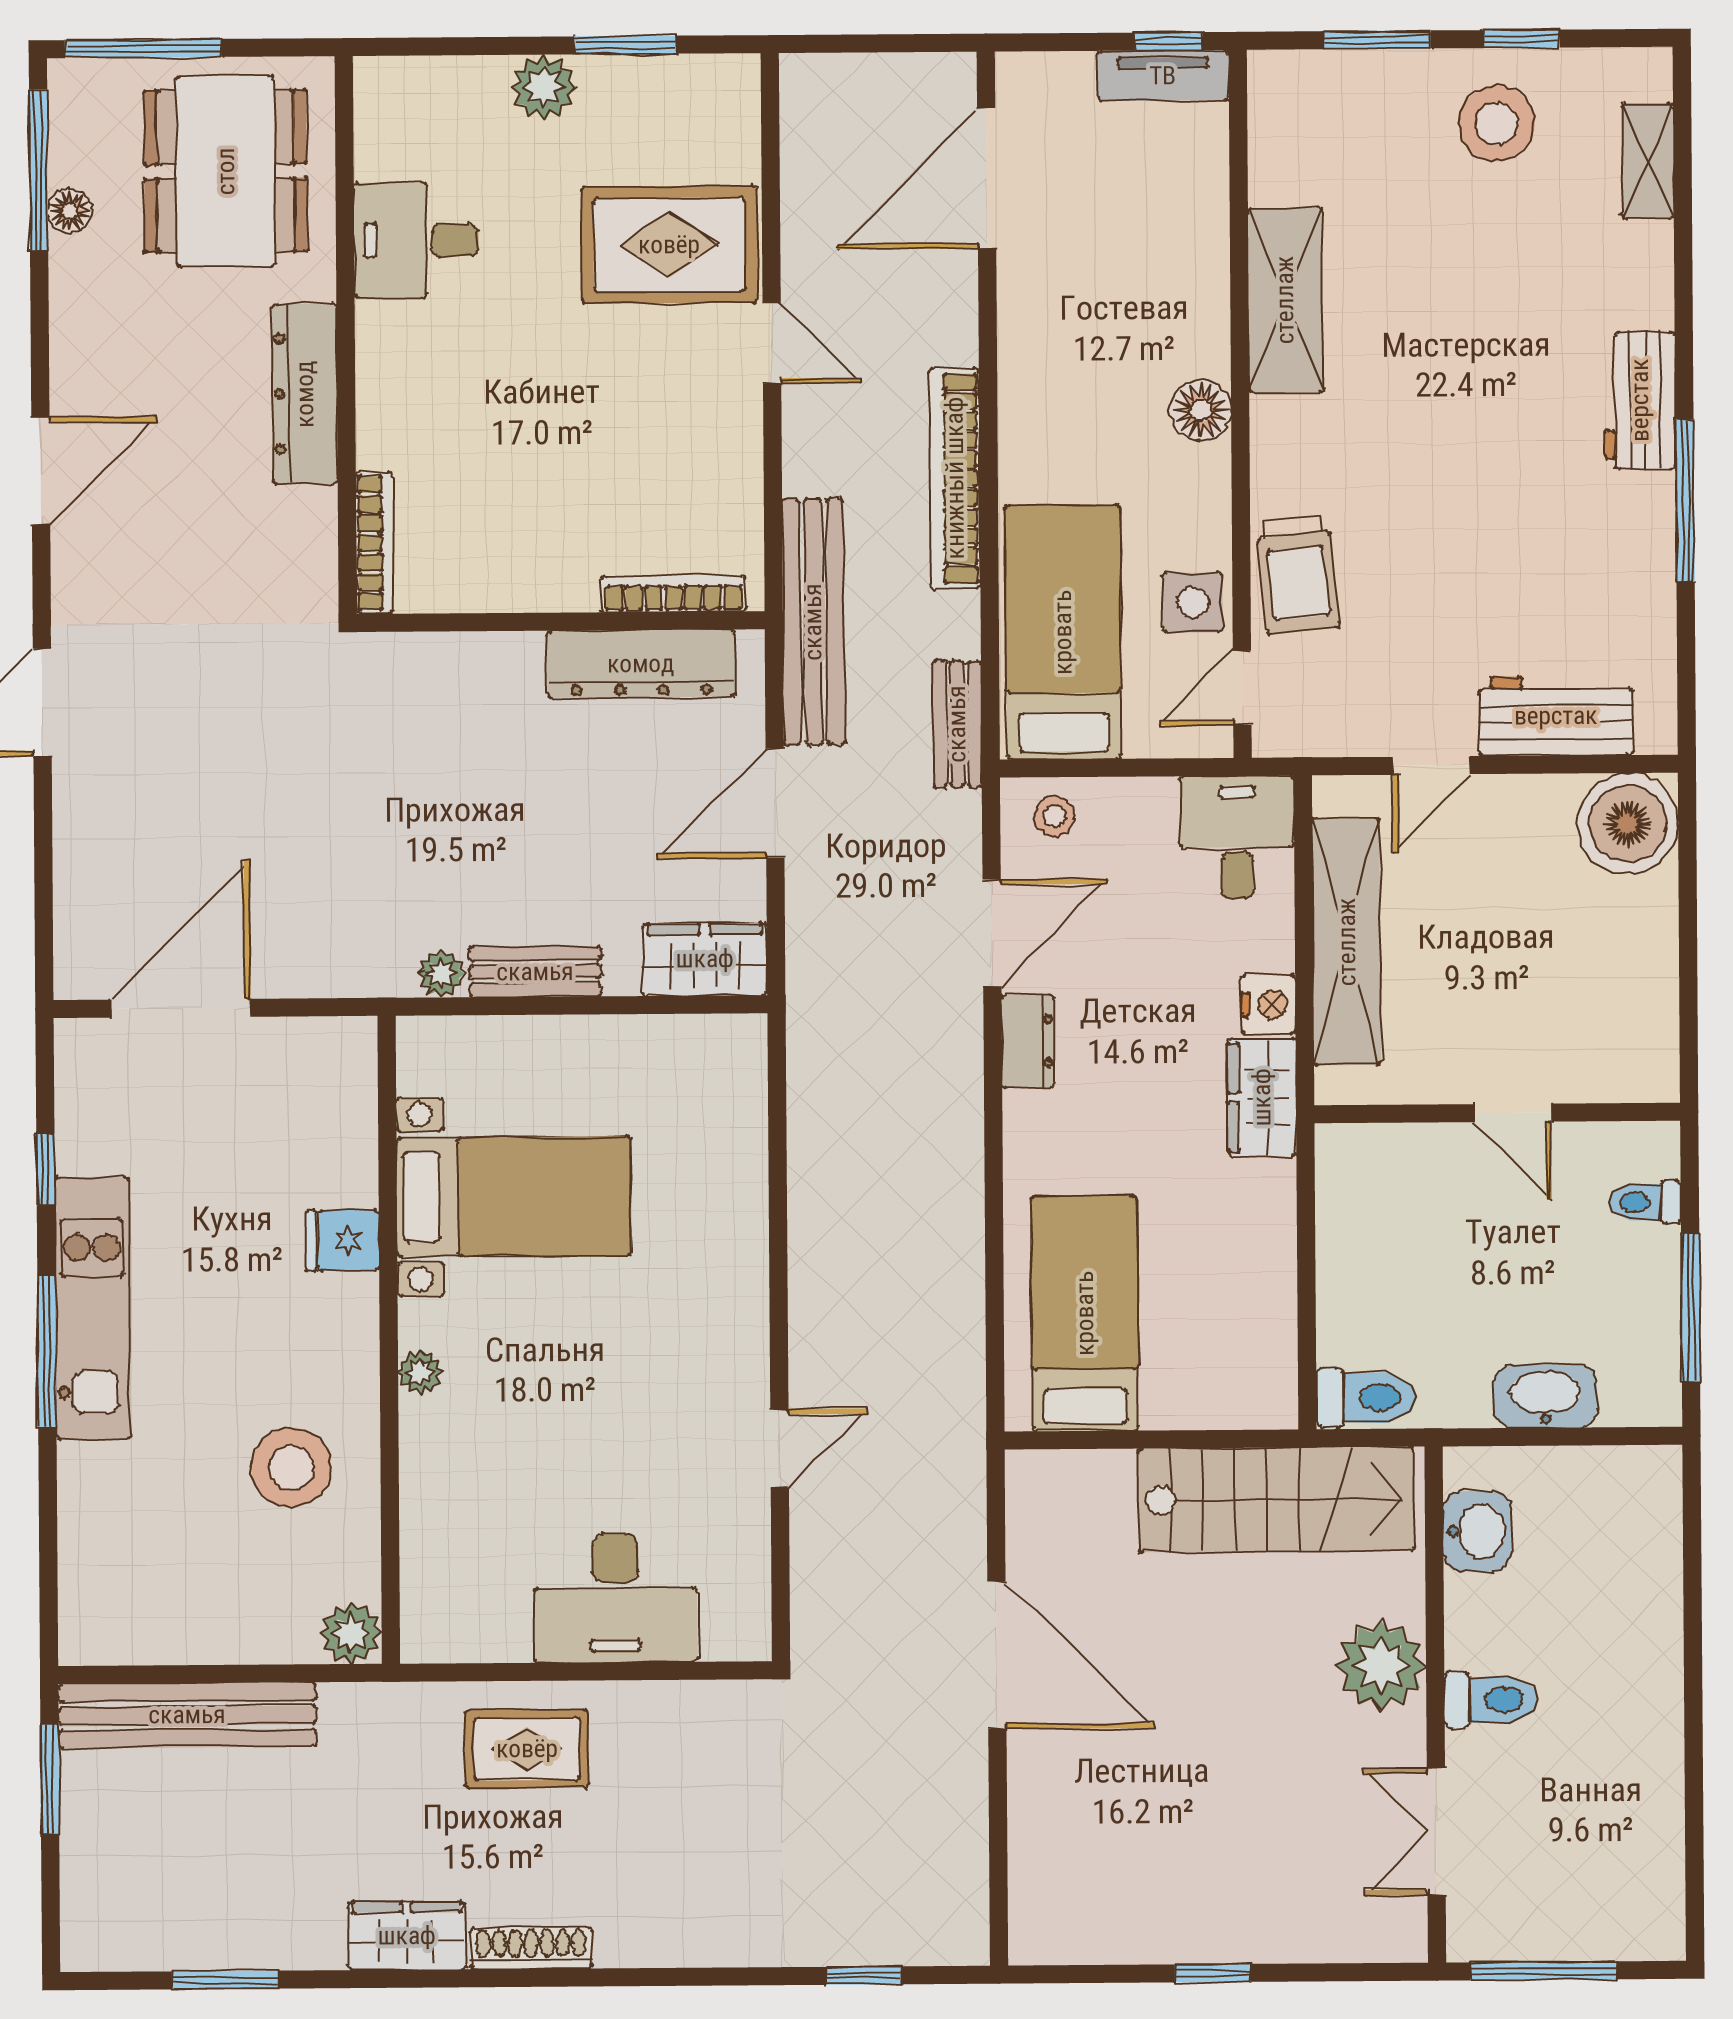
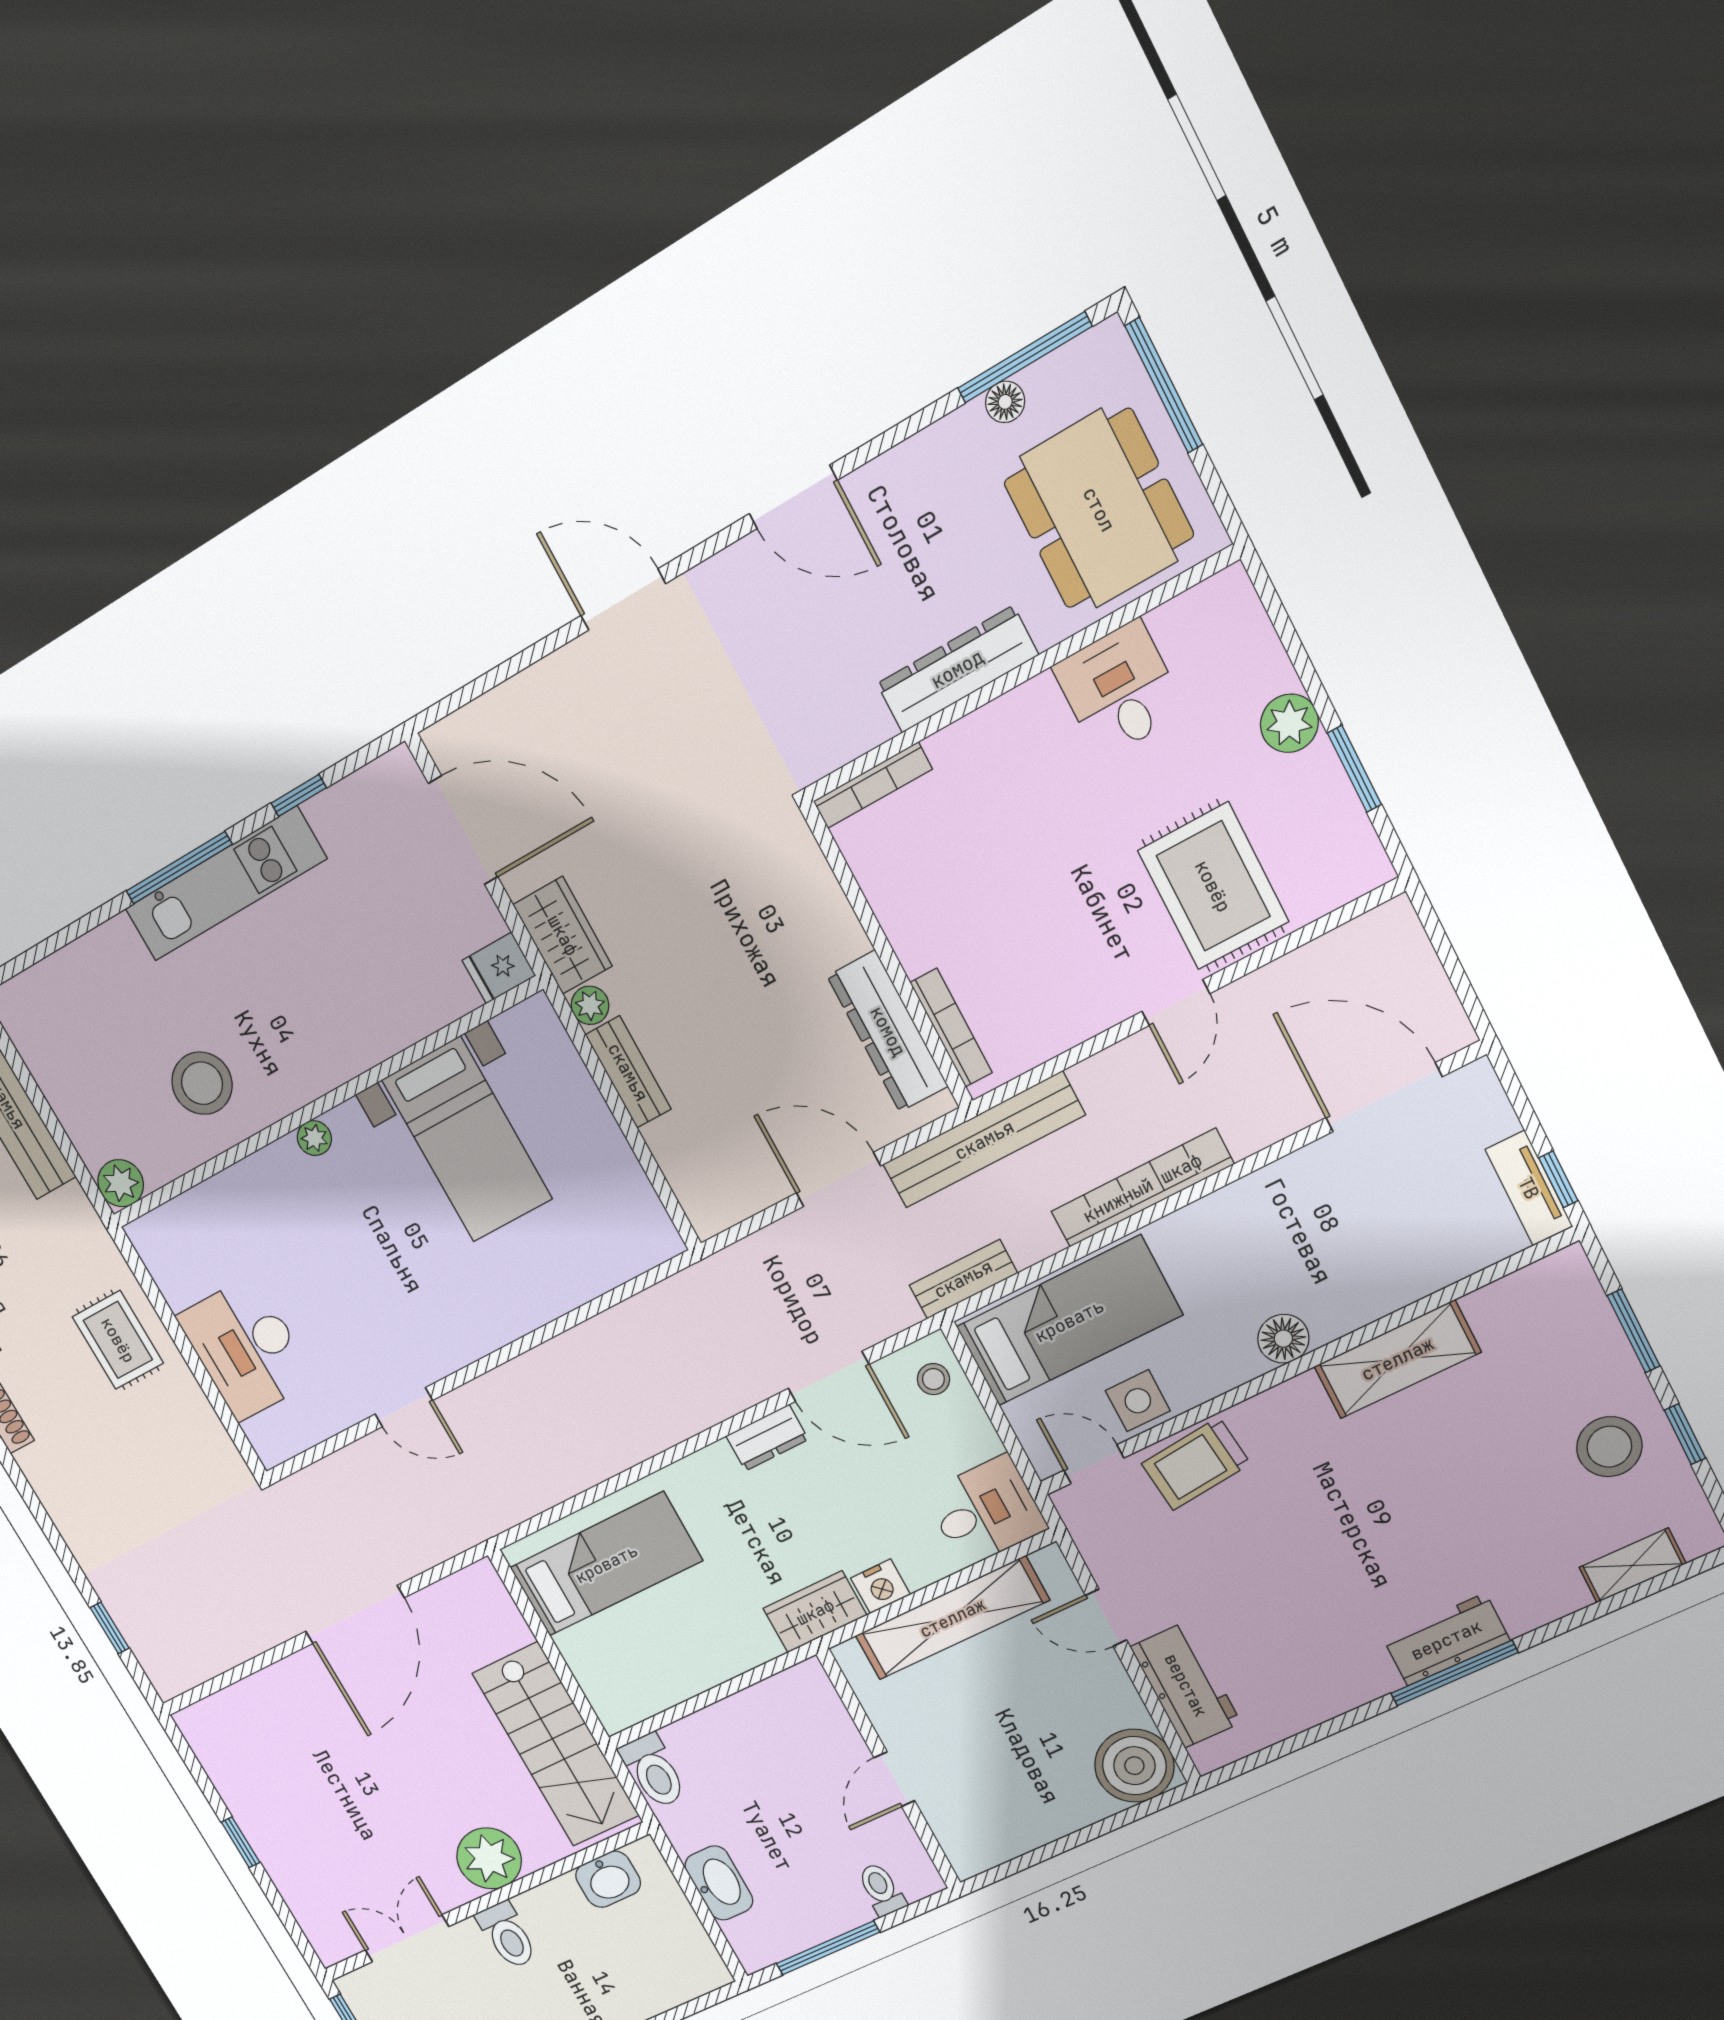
dining table: (226, 171) -> (1099, 509), turned 90
window: (1685, 501) -> (1454, 1673), moved
wardrobe: (705, 959) -> (563, 935), moved
fridge: (343, 1240) -> (499, 968), moved, turned -90

